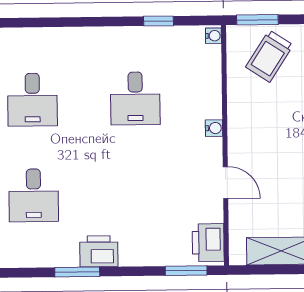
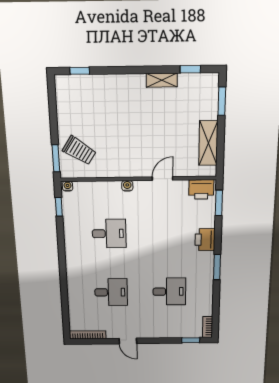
window: (158, 21) -> (59, 207), moved
printer: (99, 251) -> (205, 240), moved

